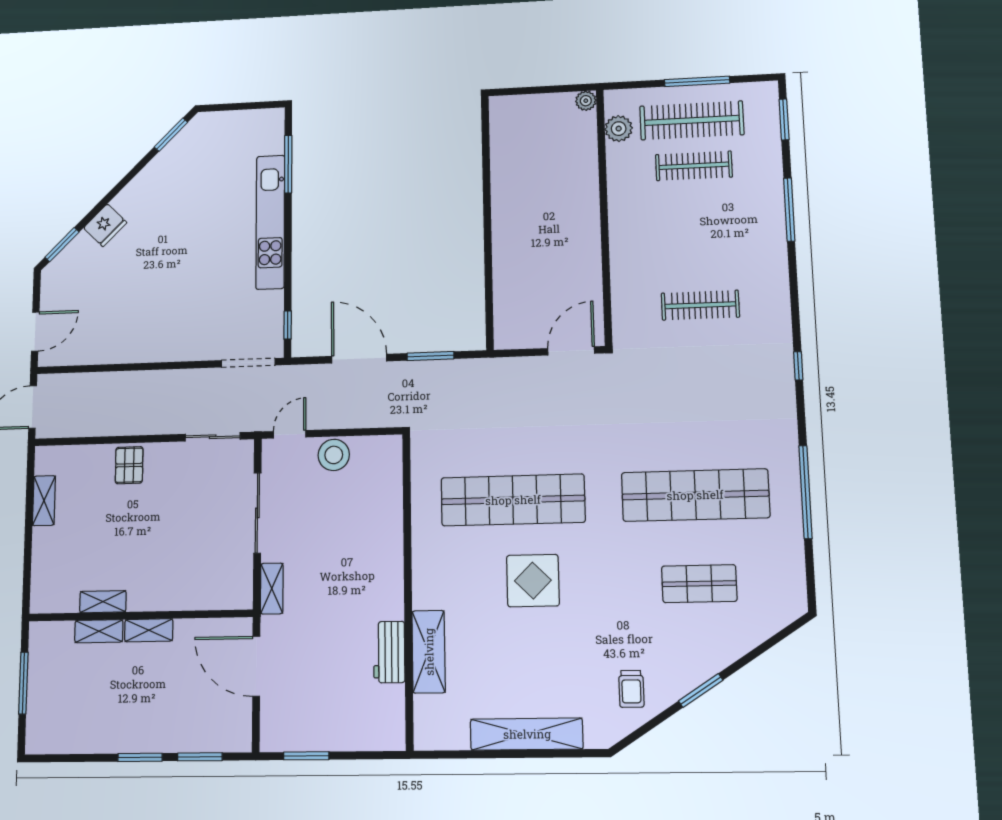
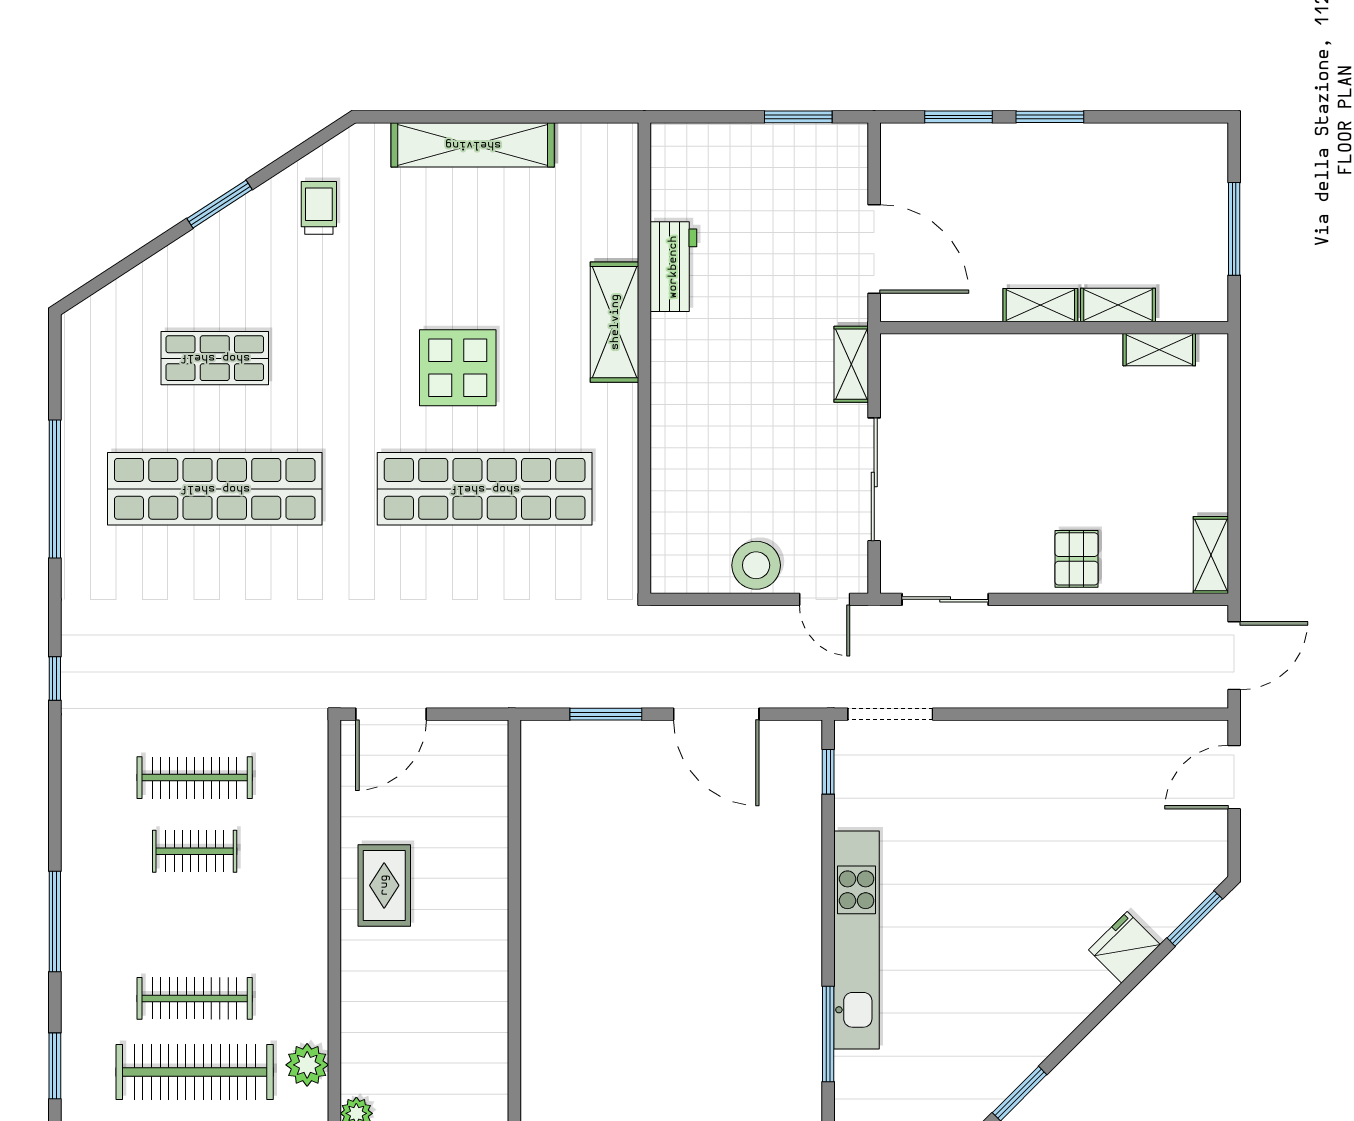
rug: (572, 242) -> (384, 885), added
clothes rail: (698, 258) -> (195, 851), added
door: (290, 434) -> (825, 599), hinge flipped
shelving: (44, 501) -> (1211, 555), moved
shelving: (103, 602) -> (1159, 350), moved
shelving: (429, 652) -> (615, 322), moved

